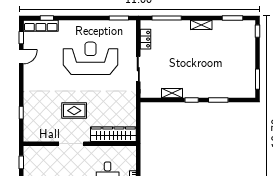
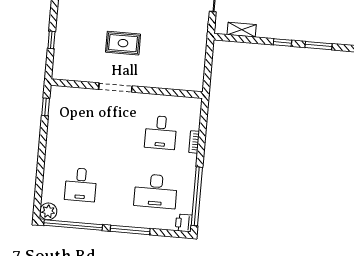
shelving: (172, 93) -> (242, 30), moved
wardrobe: (113, 134) -> (173, 80), removed

